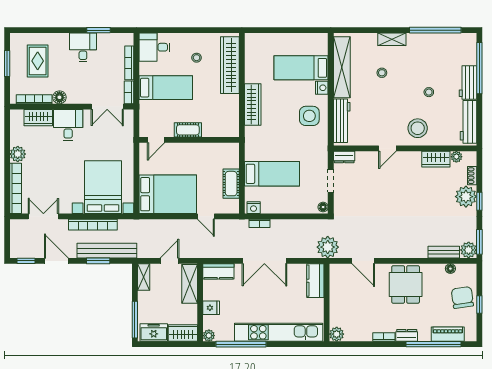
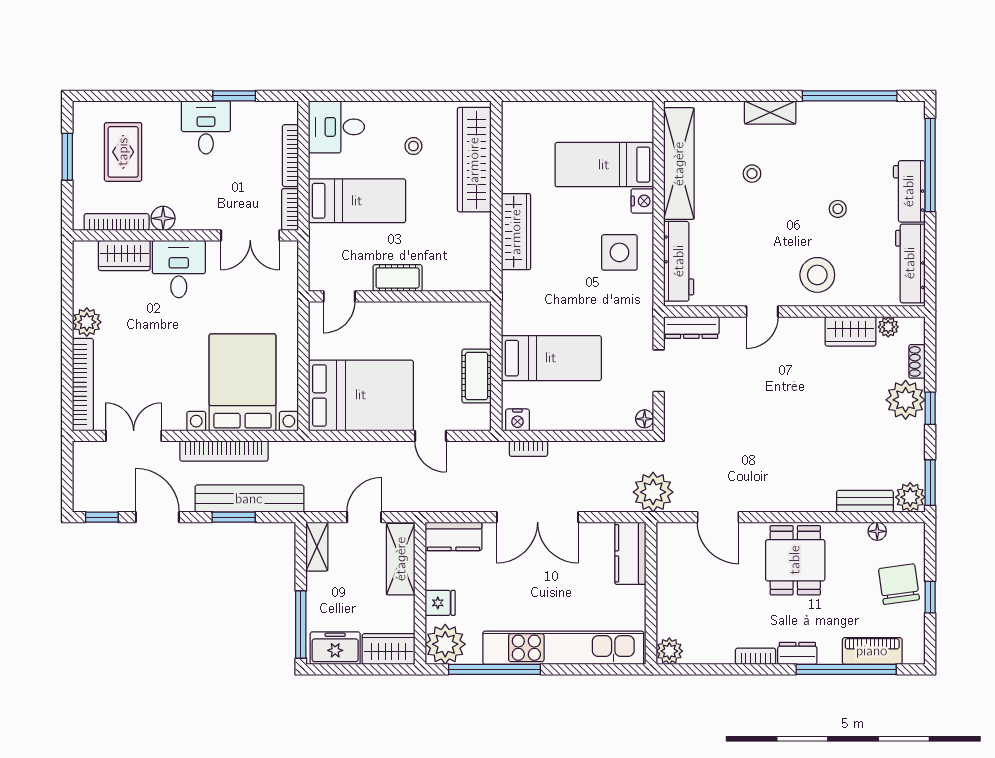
dresser: (344, 157) -> (691, 327), width x1.44
plant: (209, 336) -> (445, 644), width x1.87, depth x1.87

